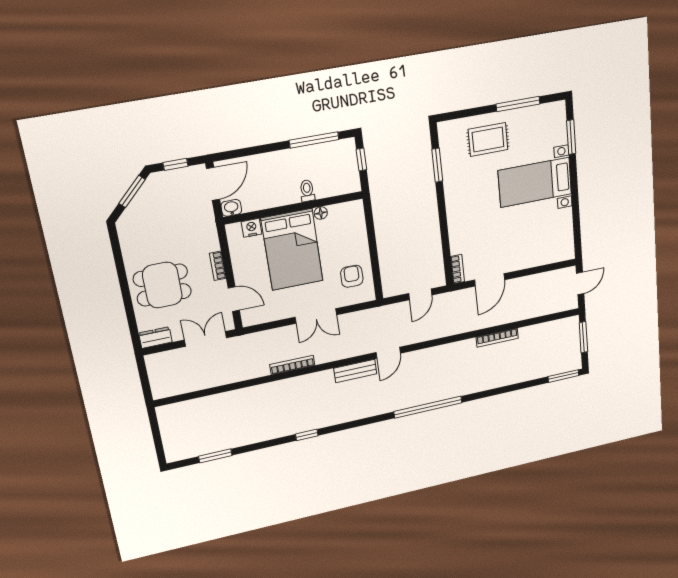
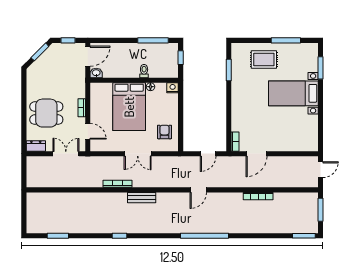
nightstand: (252, 228) -> (173, 88), moved
door: (388, 353) -> (198, 190), moved
bench: (355, 371) -> (142, 198), moved

